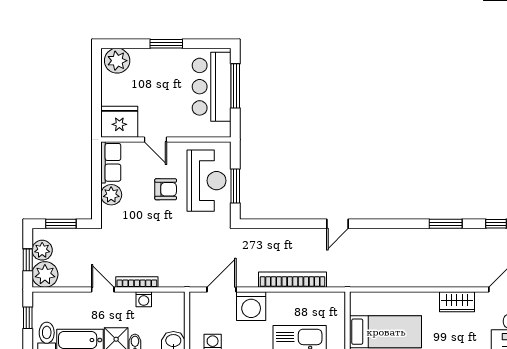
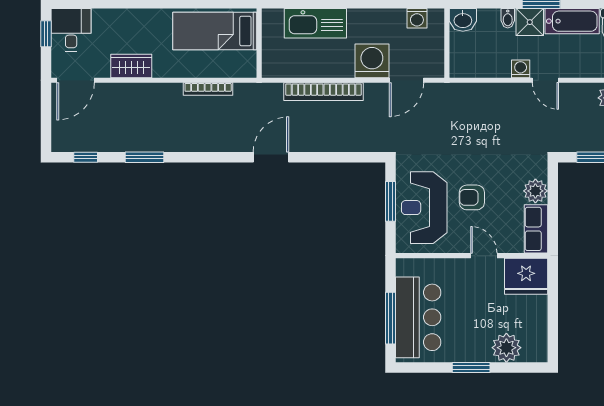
plant: (117, 61) -> (506, 348), moved
door: (337, 224) -> (271, 157), width x1.38
bookcase: (137, 282) -> (208, 89), moved
washing machine: (144, 299) -> (521, 69), moved

